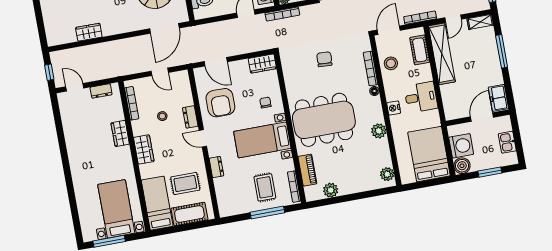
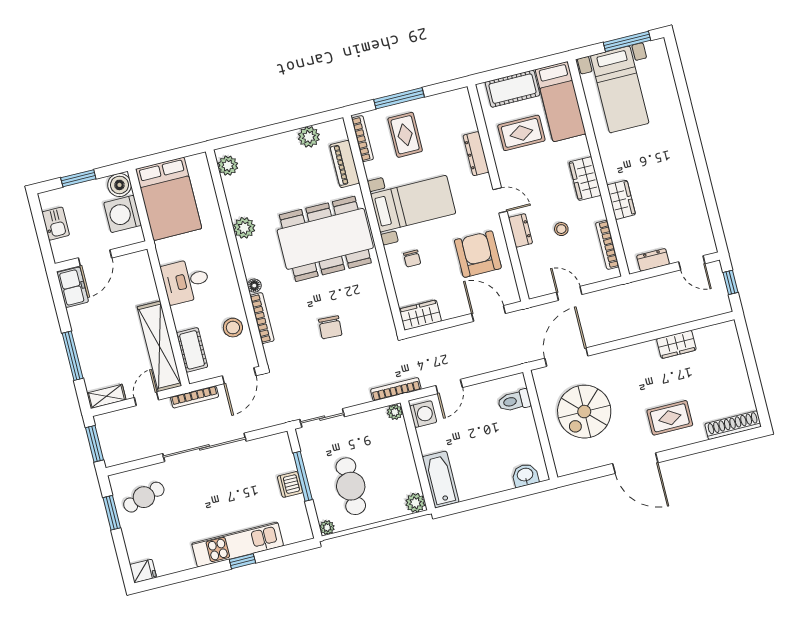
nightstand: (394, 108) -> (225, 263), removed
dresser: (216, 167) -> (476, 154), width x1.44

